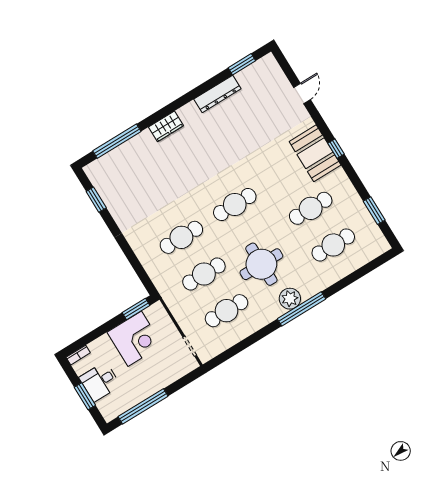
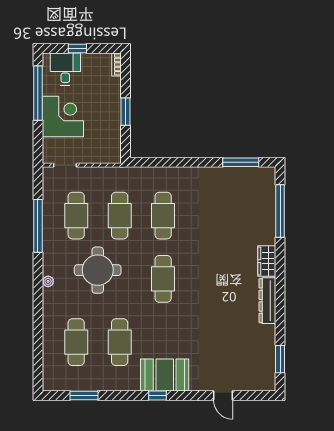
dresser: (217, 94) -> (267, 301), moved
window: (96, 200) -> (241, 162), width x1.44
plant: (290, 299) -> (48, 281), width x0.53, depth x0.53
window: (136, 309) -> (125, 112), moved
window: (302, 309) -> (38, 226), moved
corner desk: (135, 339) -> (63, 117), moved, turned 180
desk: (100, 382) -> (65, 69), moved
window: (85, 396) -> (77, 48), width x0.67

